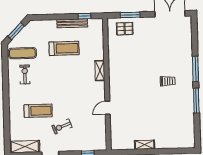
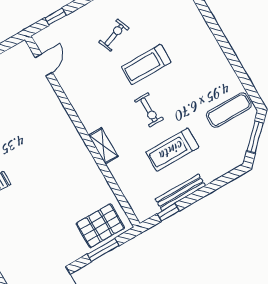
pallet: (125, 29) -> (100, 226), width x1.50, depth x1.42
exercise bike: (25, 74) -> (149, 110), moved
door: (108, 108) -> (44, 65), moved
treadmill: (38, 111) -> (146, 64), moved

